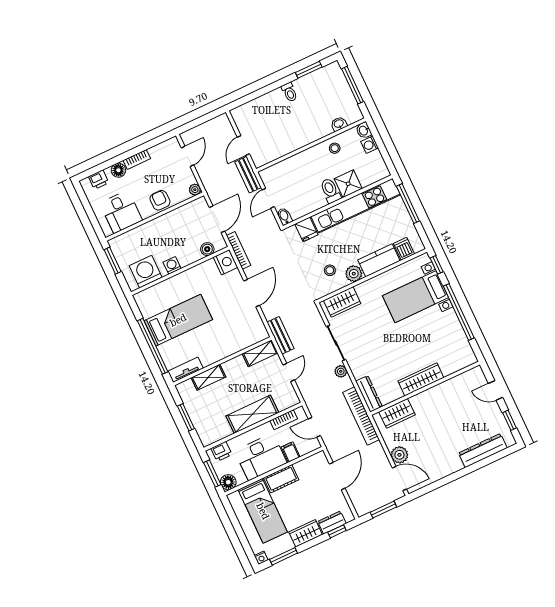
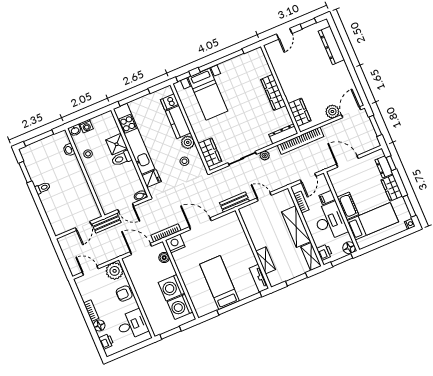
door: (243, 145) -> (83, 226), hinge flipped
plant: (195, 190) -> (115, 271), width x1.88, depth x1.88
washing machine: (172, 265) -> (172, 288), width x1.89, depth x1.89
shelving: (260, 353) -> (311, 257), moved

